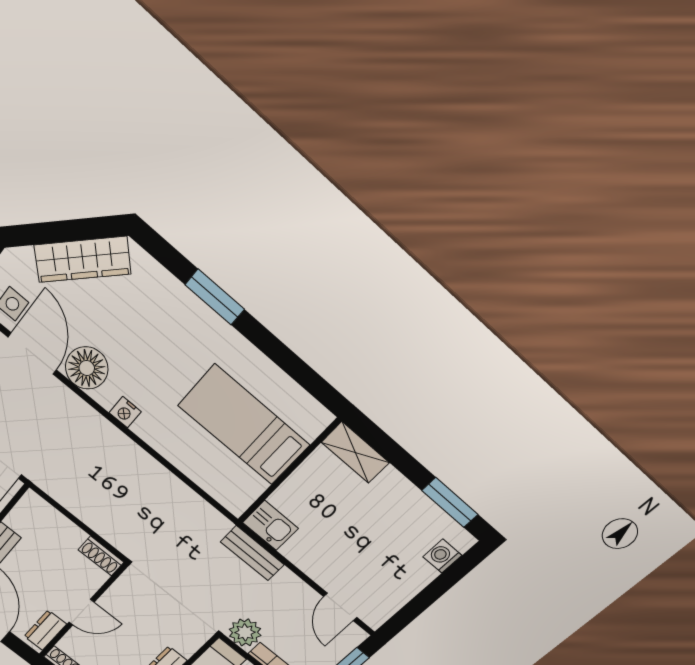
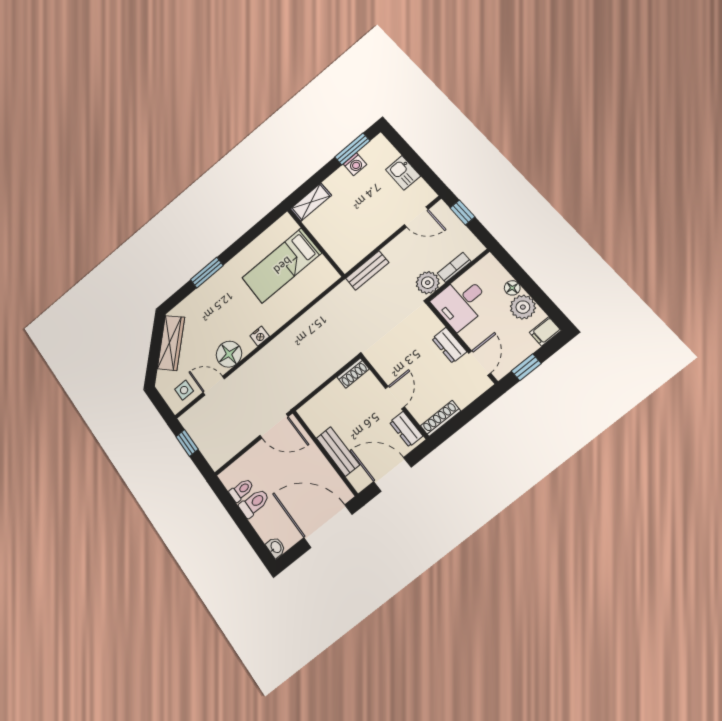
door: (32, 354) -> (214, 386), width x0.73
kitchen sink: (270, 525) -> (403, 173), moved, turned -90
washing machine: (442, 556) -> (355, 164), moved, turned -90

